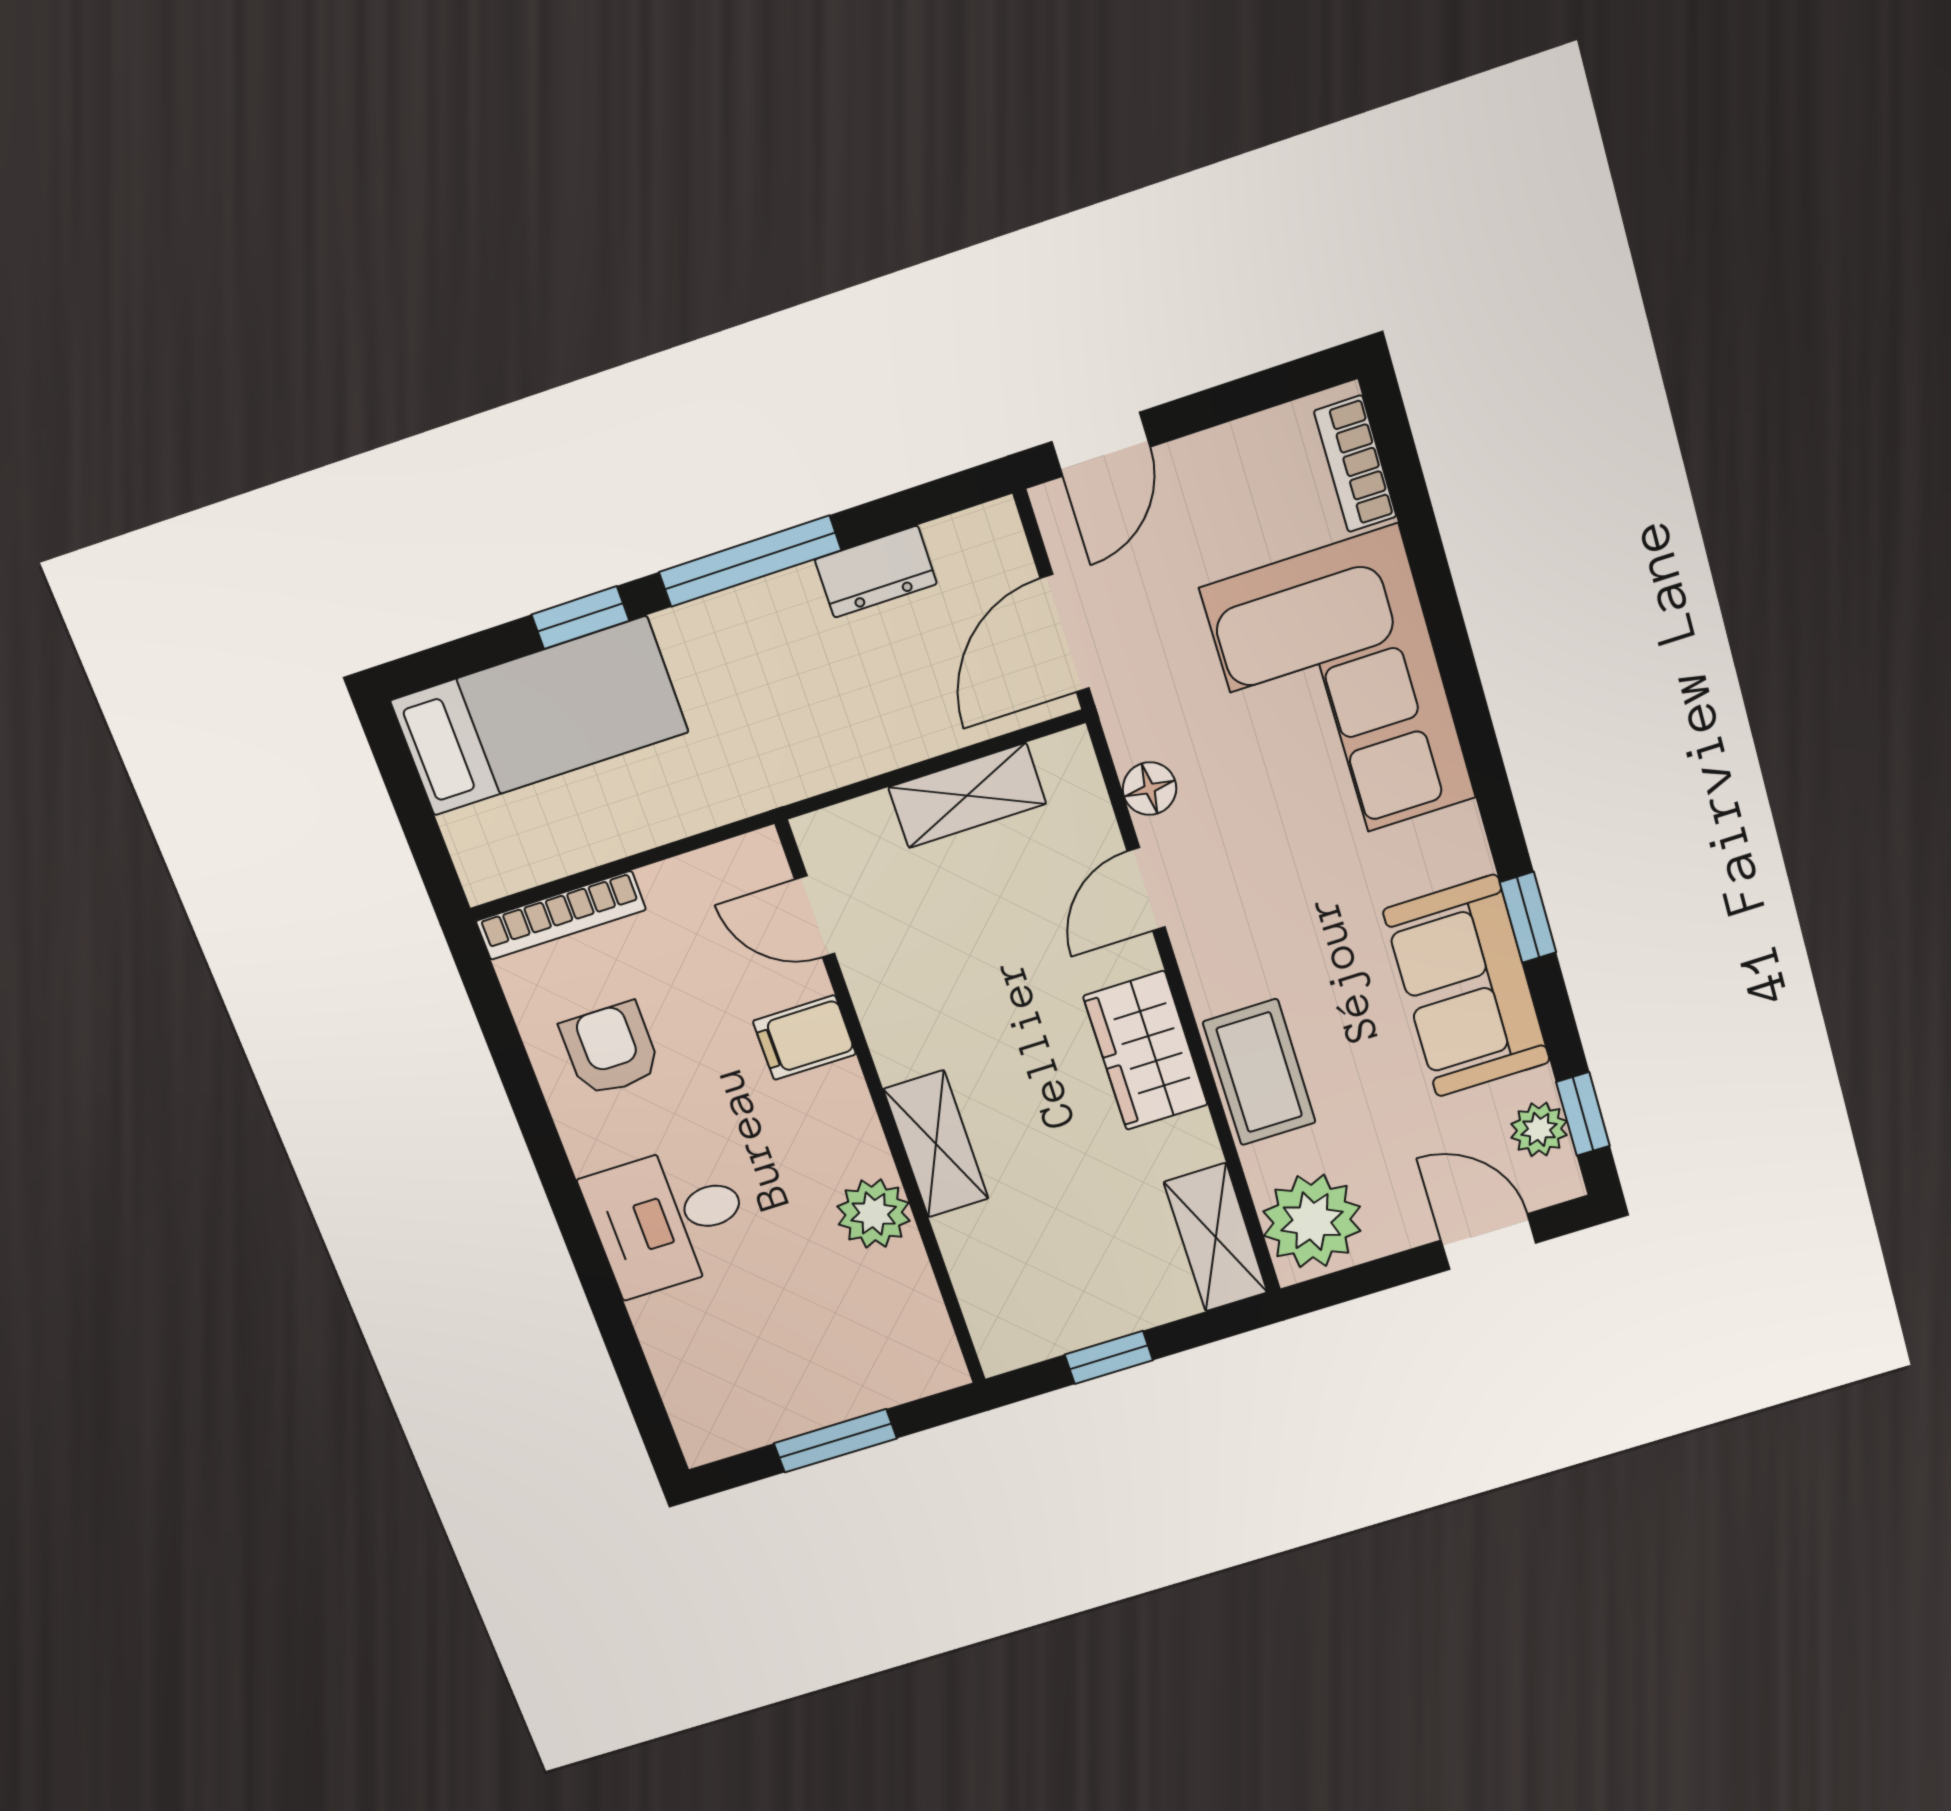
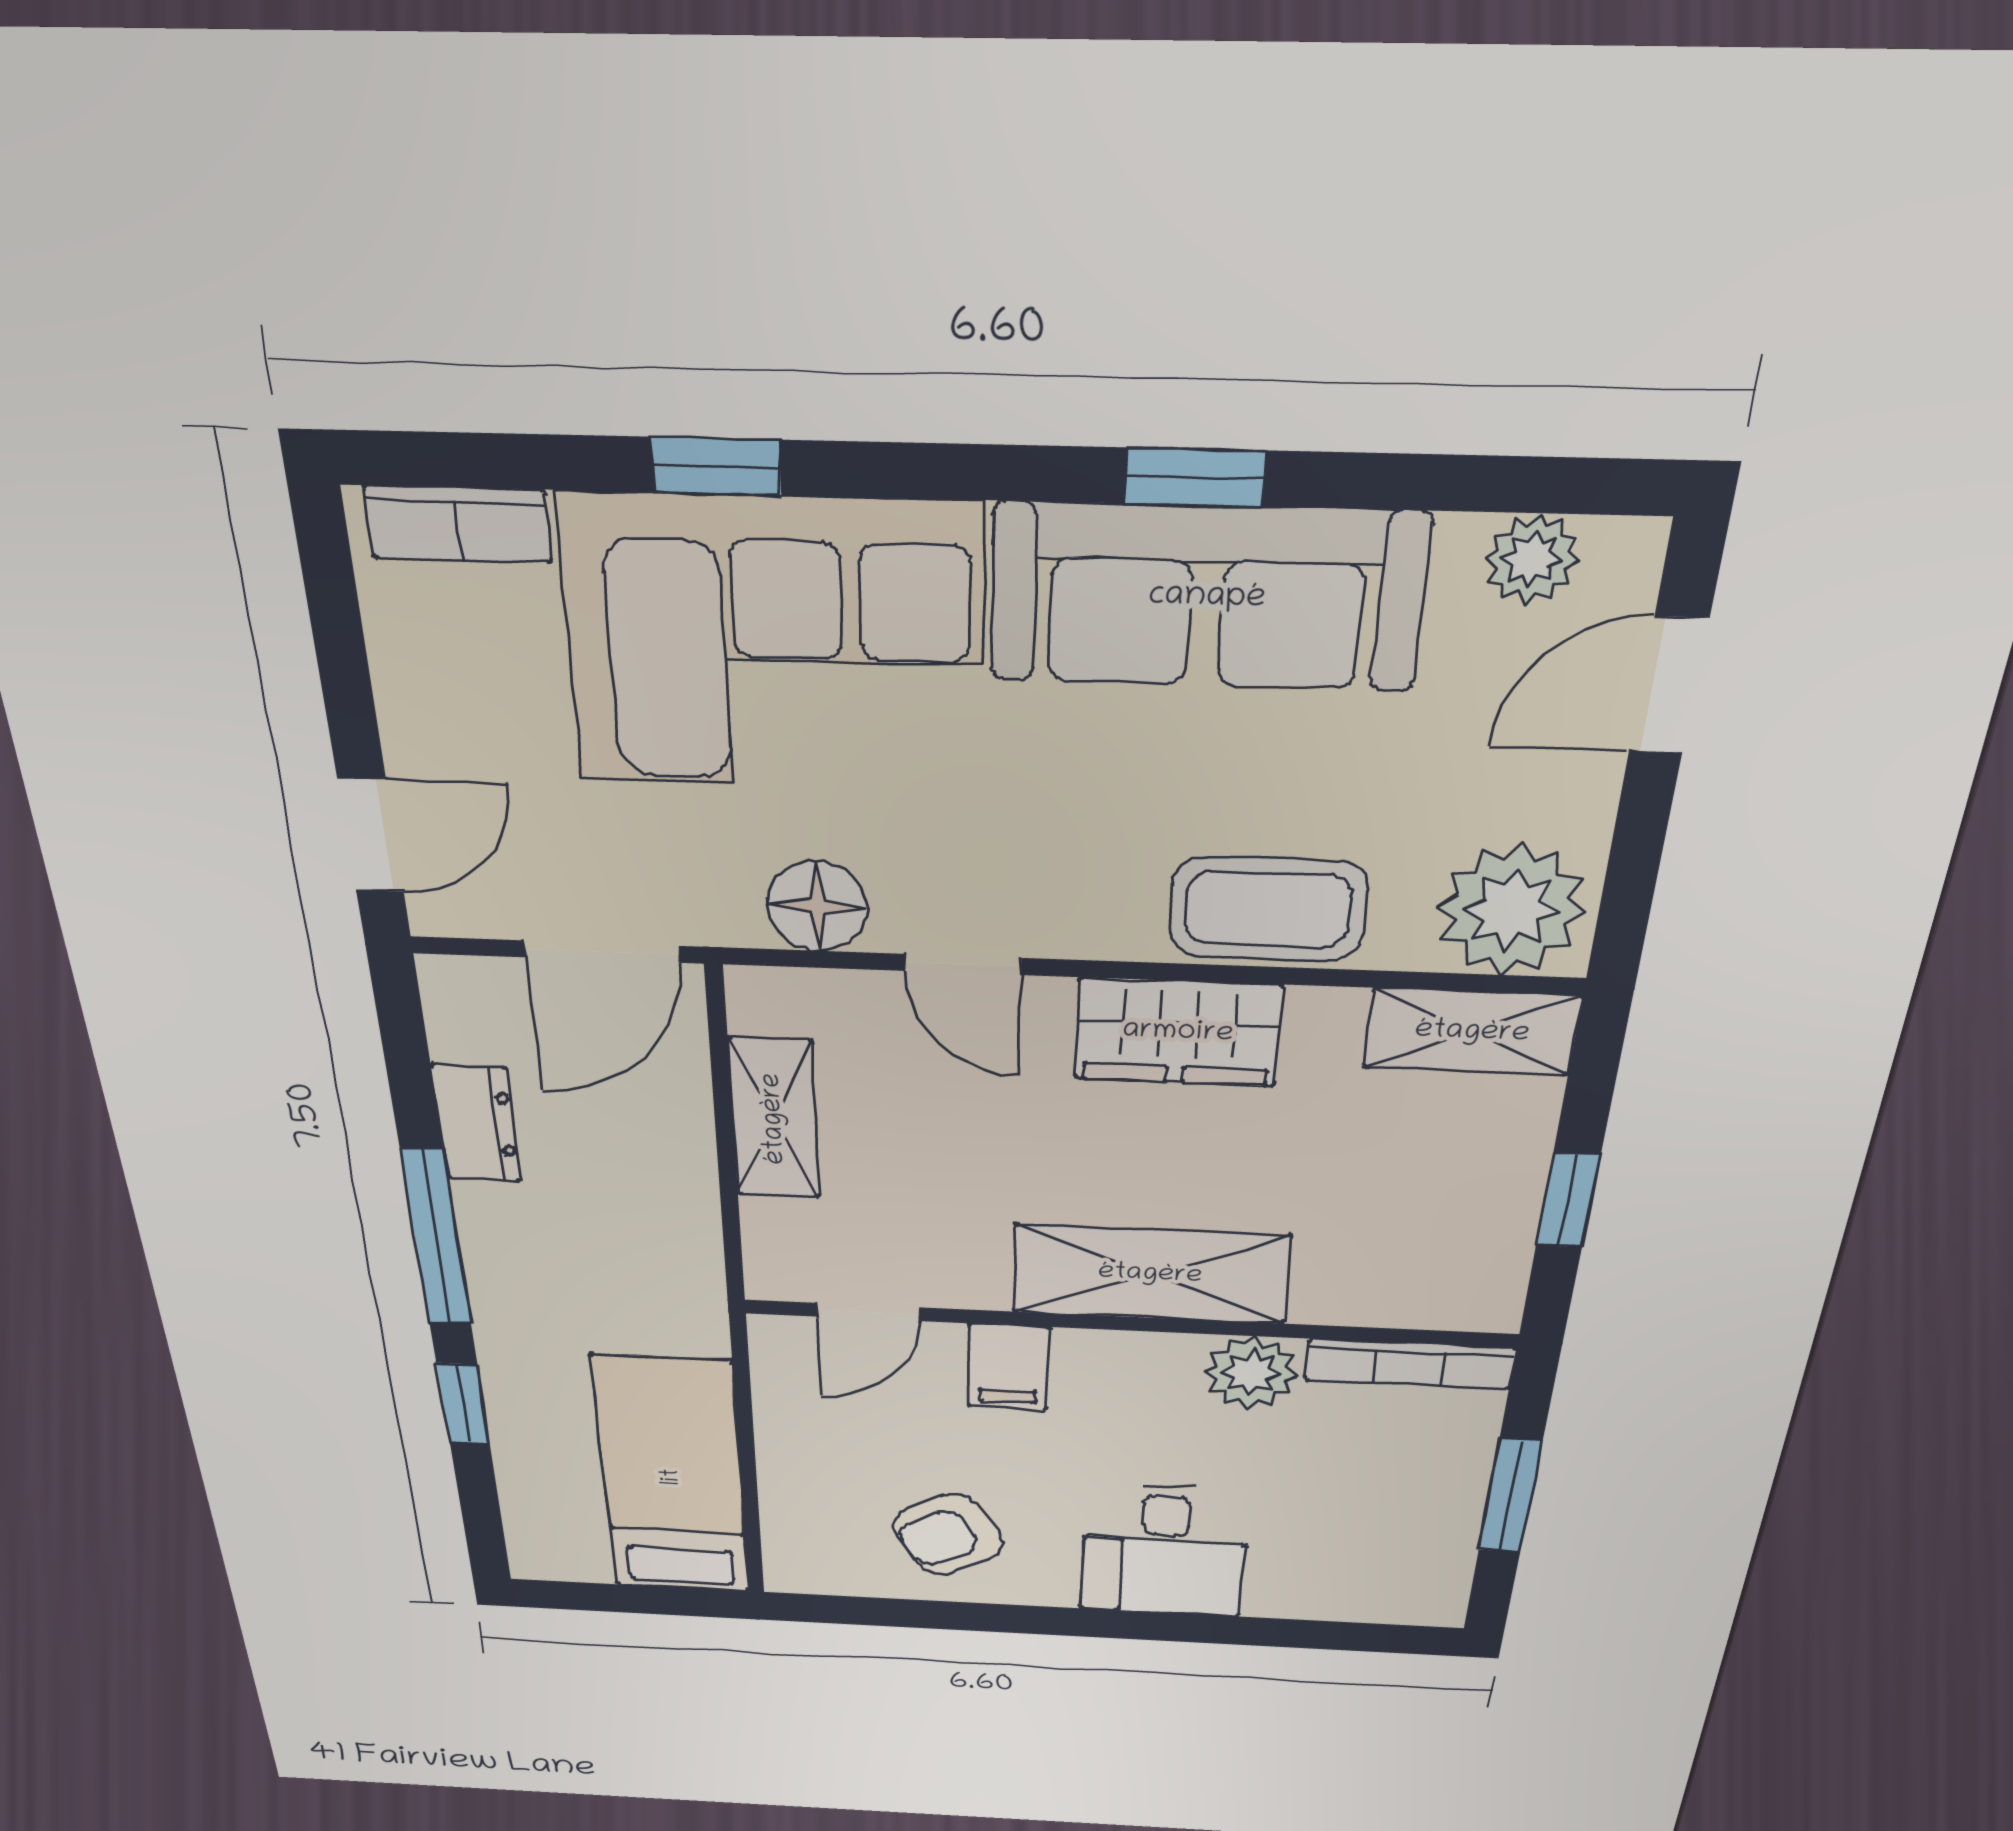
door: (1101, 444) -> (371, 836), hinge flipped
door: (1065, 634) -> (602, 952), hinge flipped
bed: (539, 716) -> (672, 1477), moved
floor lamp: (1150, 789) -> (817, 906), width x1.37, depth x1.37
bookcase: (561, 915) -> (1410, 1364), moved, turned 90
sofa: (1467, 986) -> (1207, 597), width x1.36
armchair: (610, 1049) -> (948, 1534), turned -31
window: (1583, 1114) -> (716, 466), moved
shelving: (936, 1144) -> (1150, 1274), width x1.50, depth x1.33

